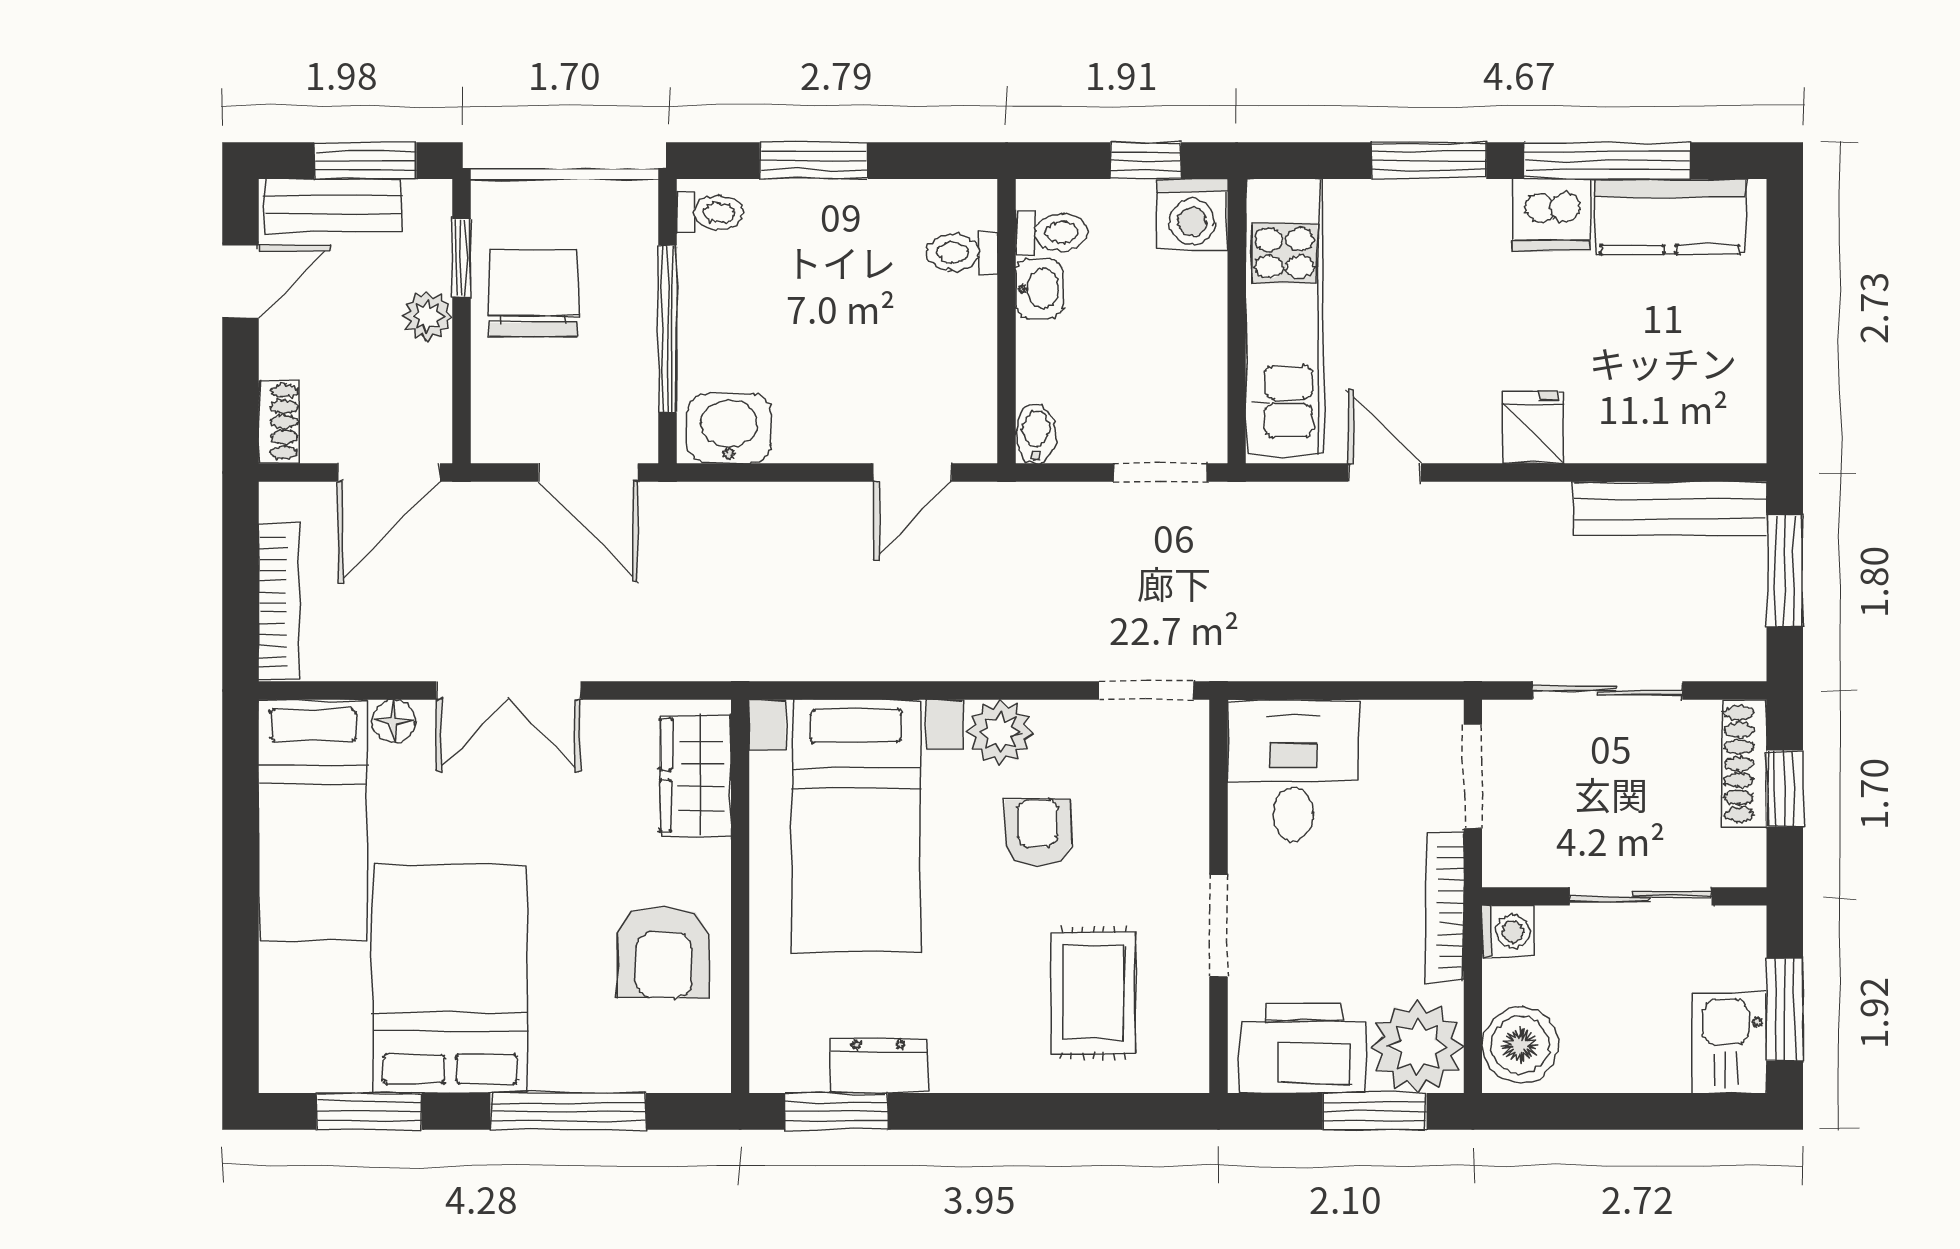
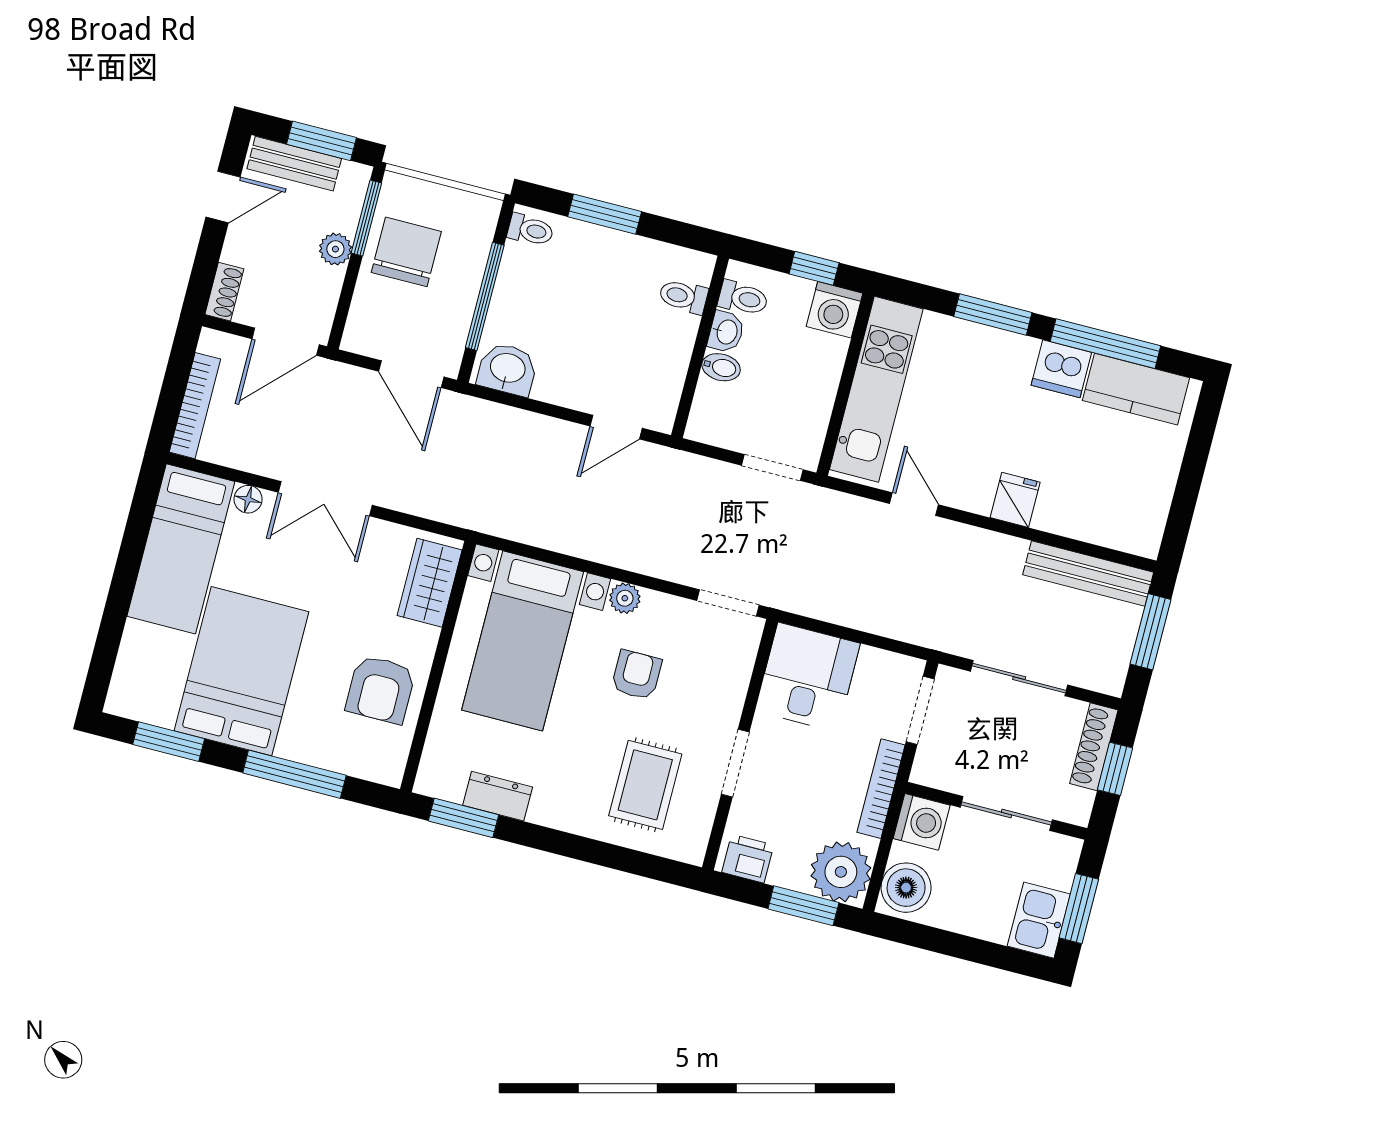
window: (462, 258) -> (366, 218), width x1.50
bidet: (1036, 434) -> (721, 367), moved, turned 90
plant: (1000, 732) -> (625, 598), width x0.73, depth x0.73
washing machine: (1508, 932) -> (922, 822), width x1.38, depth x1.38
printer: (1303, 1048) -> (748, 859), width x0.53, depth x0.68

